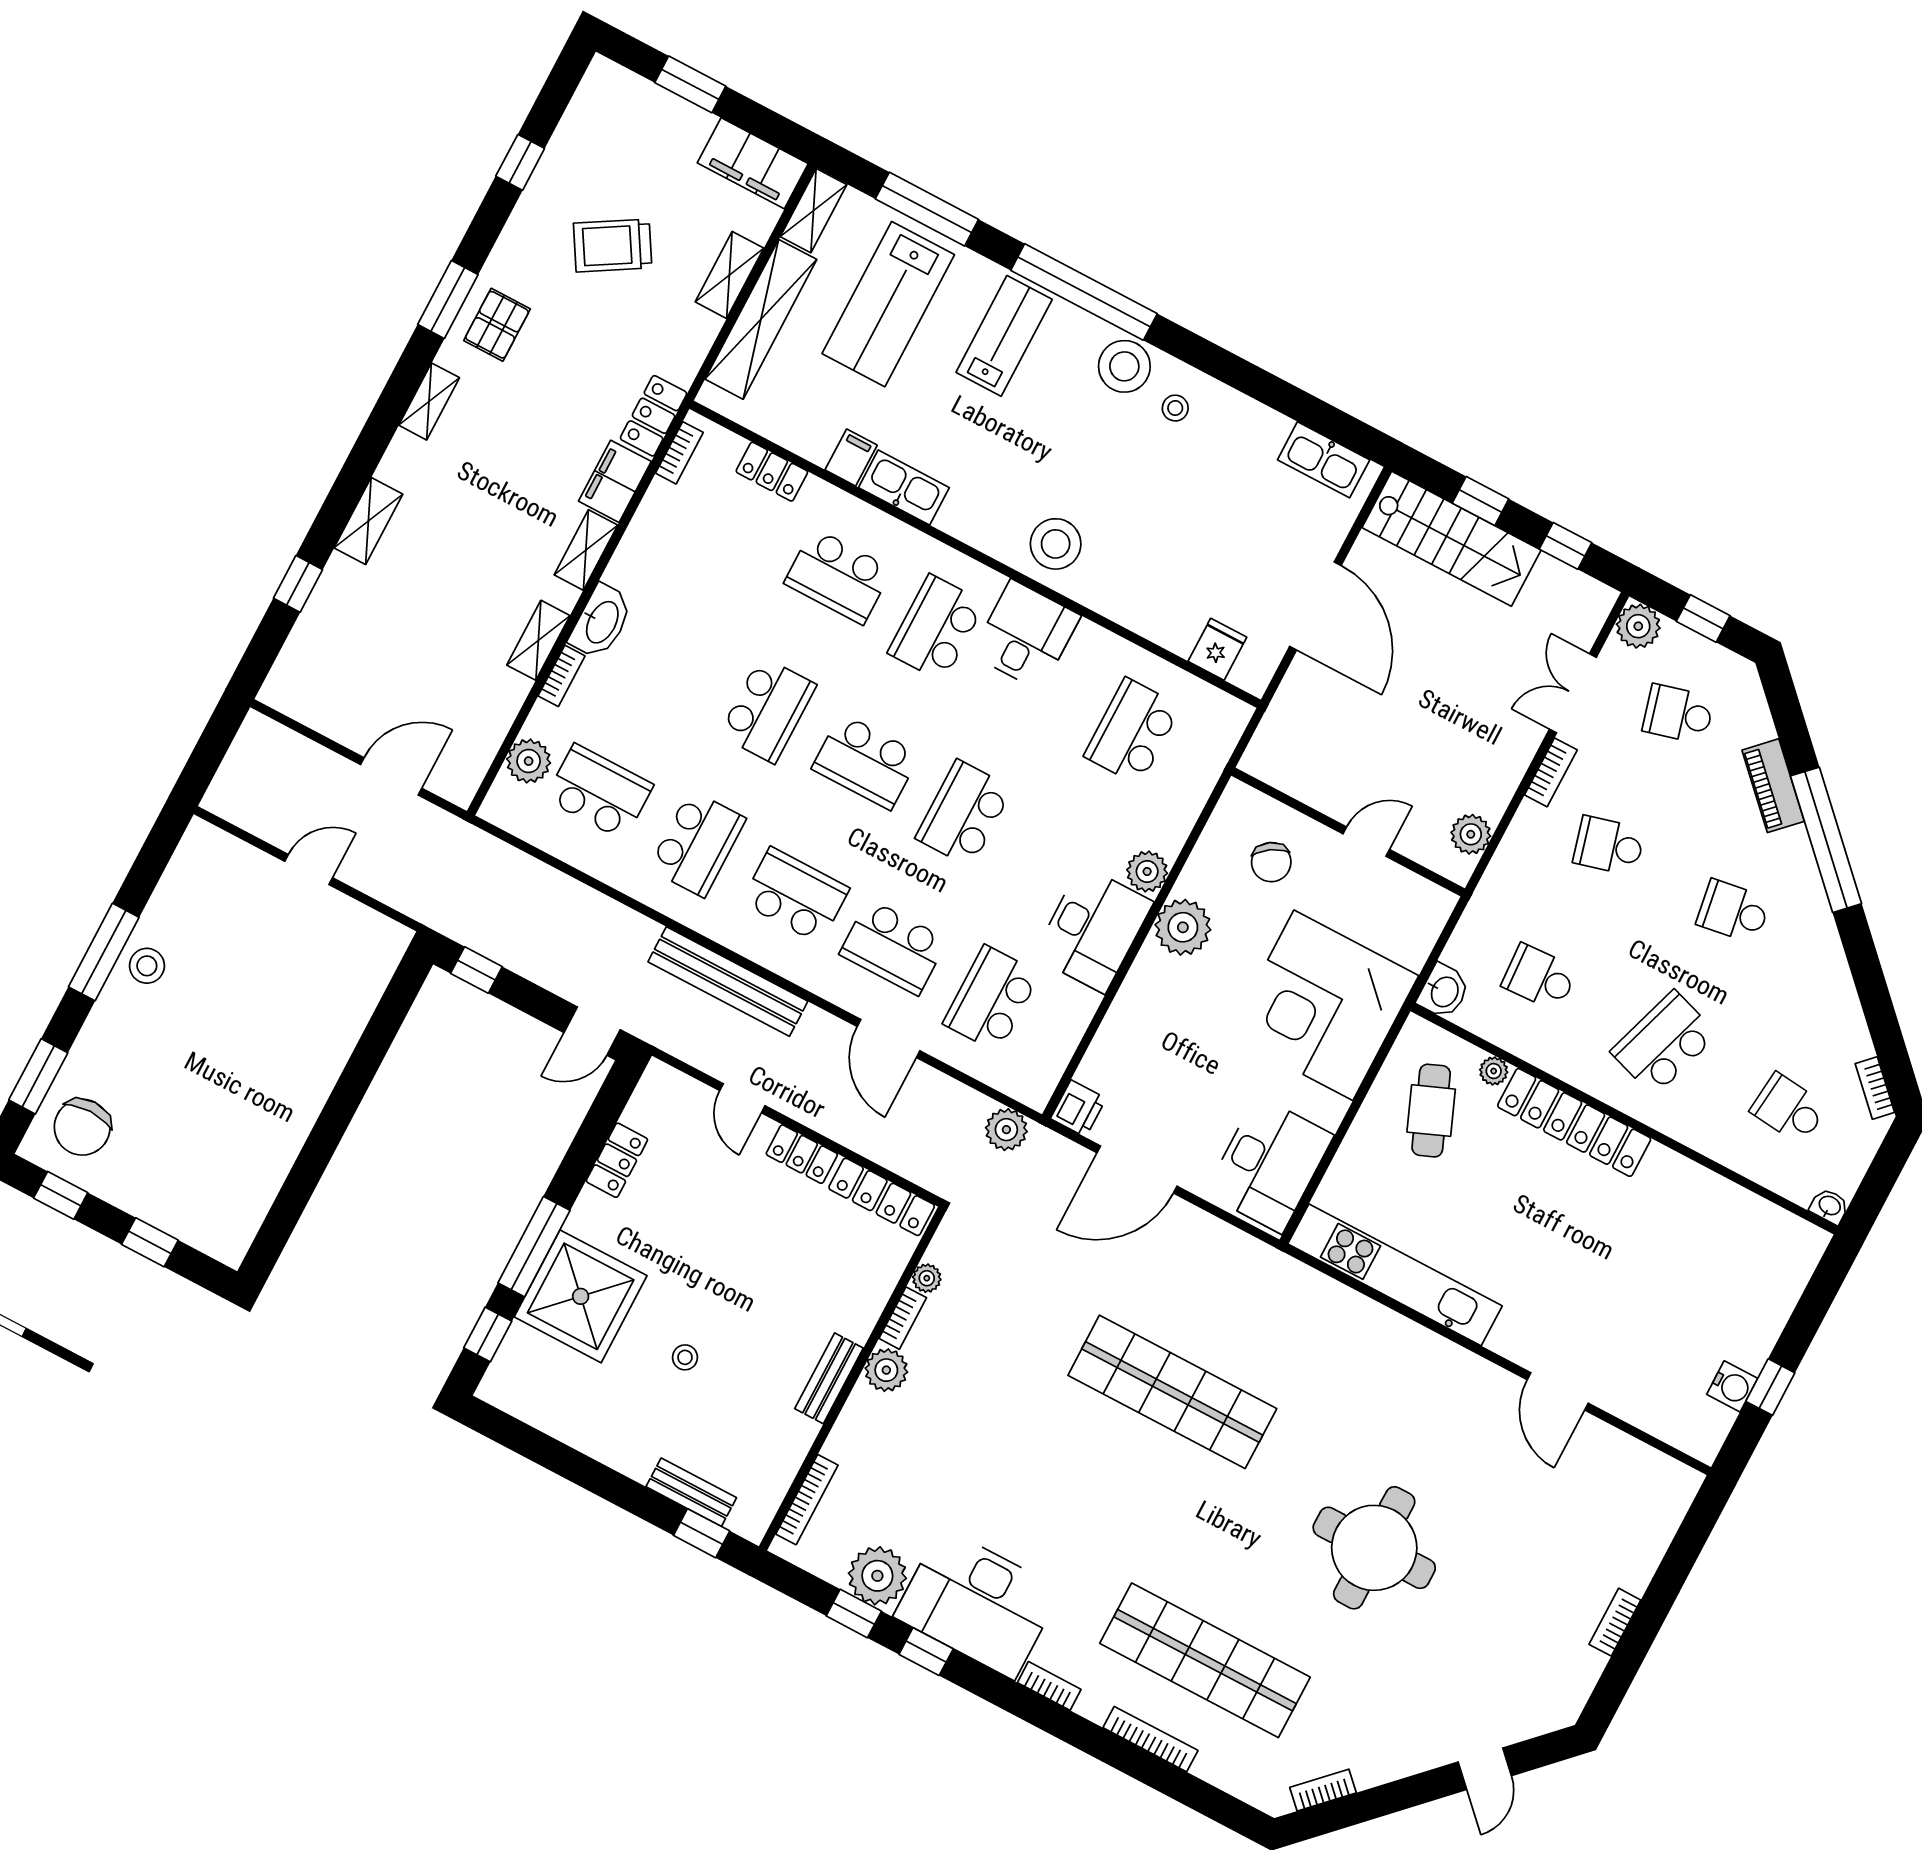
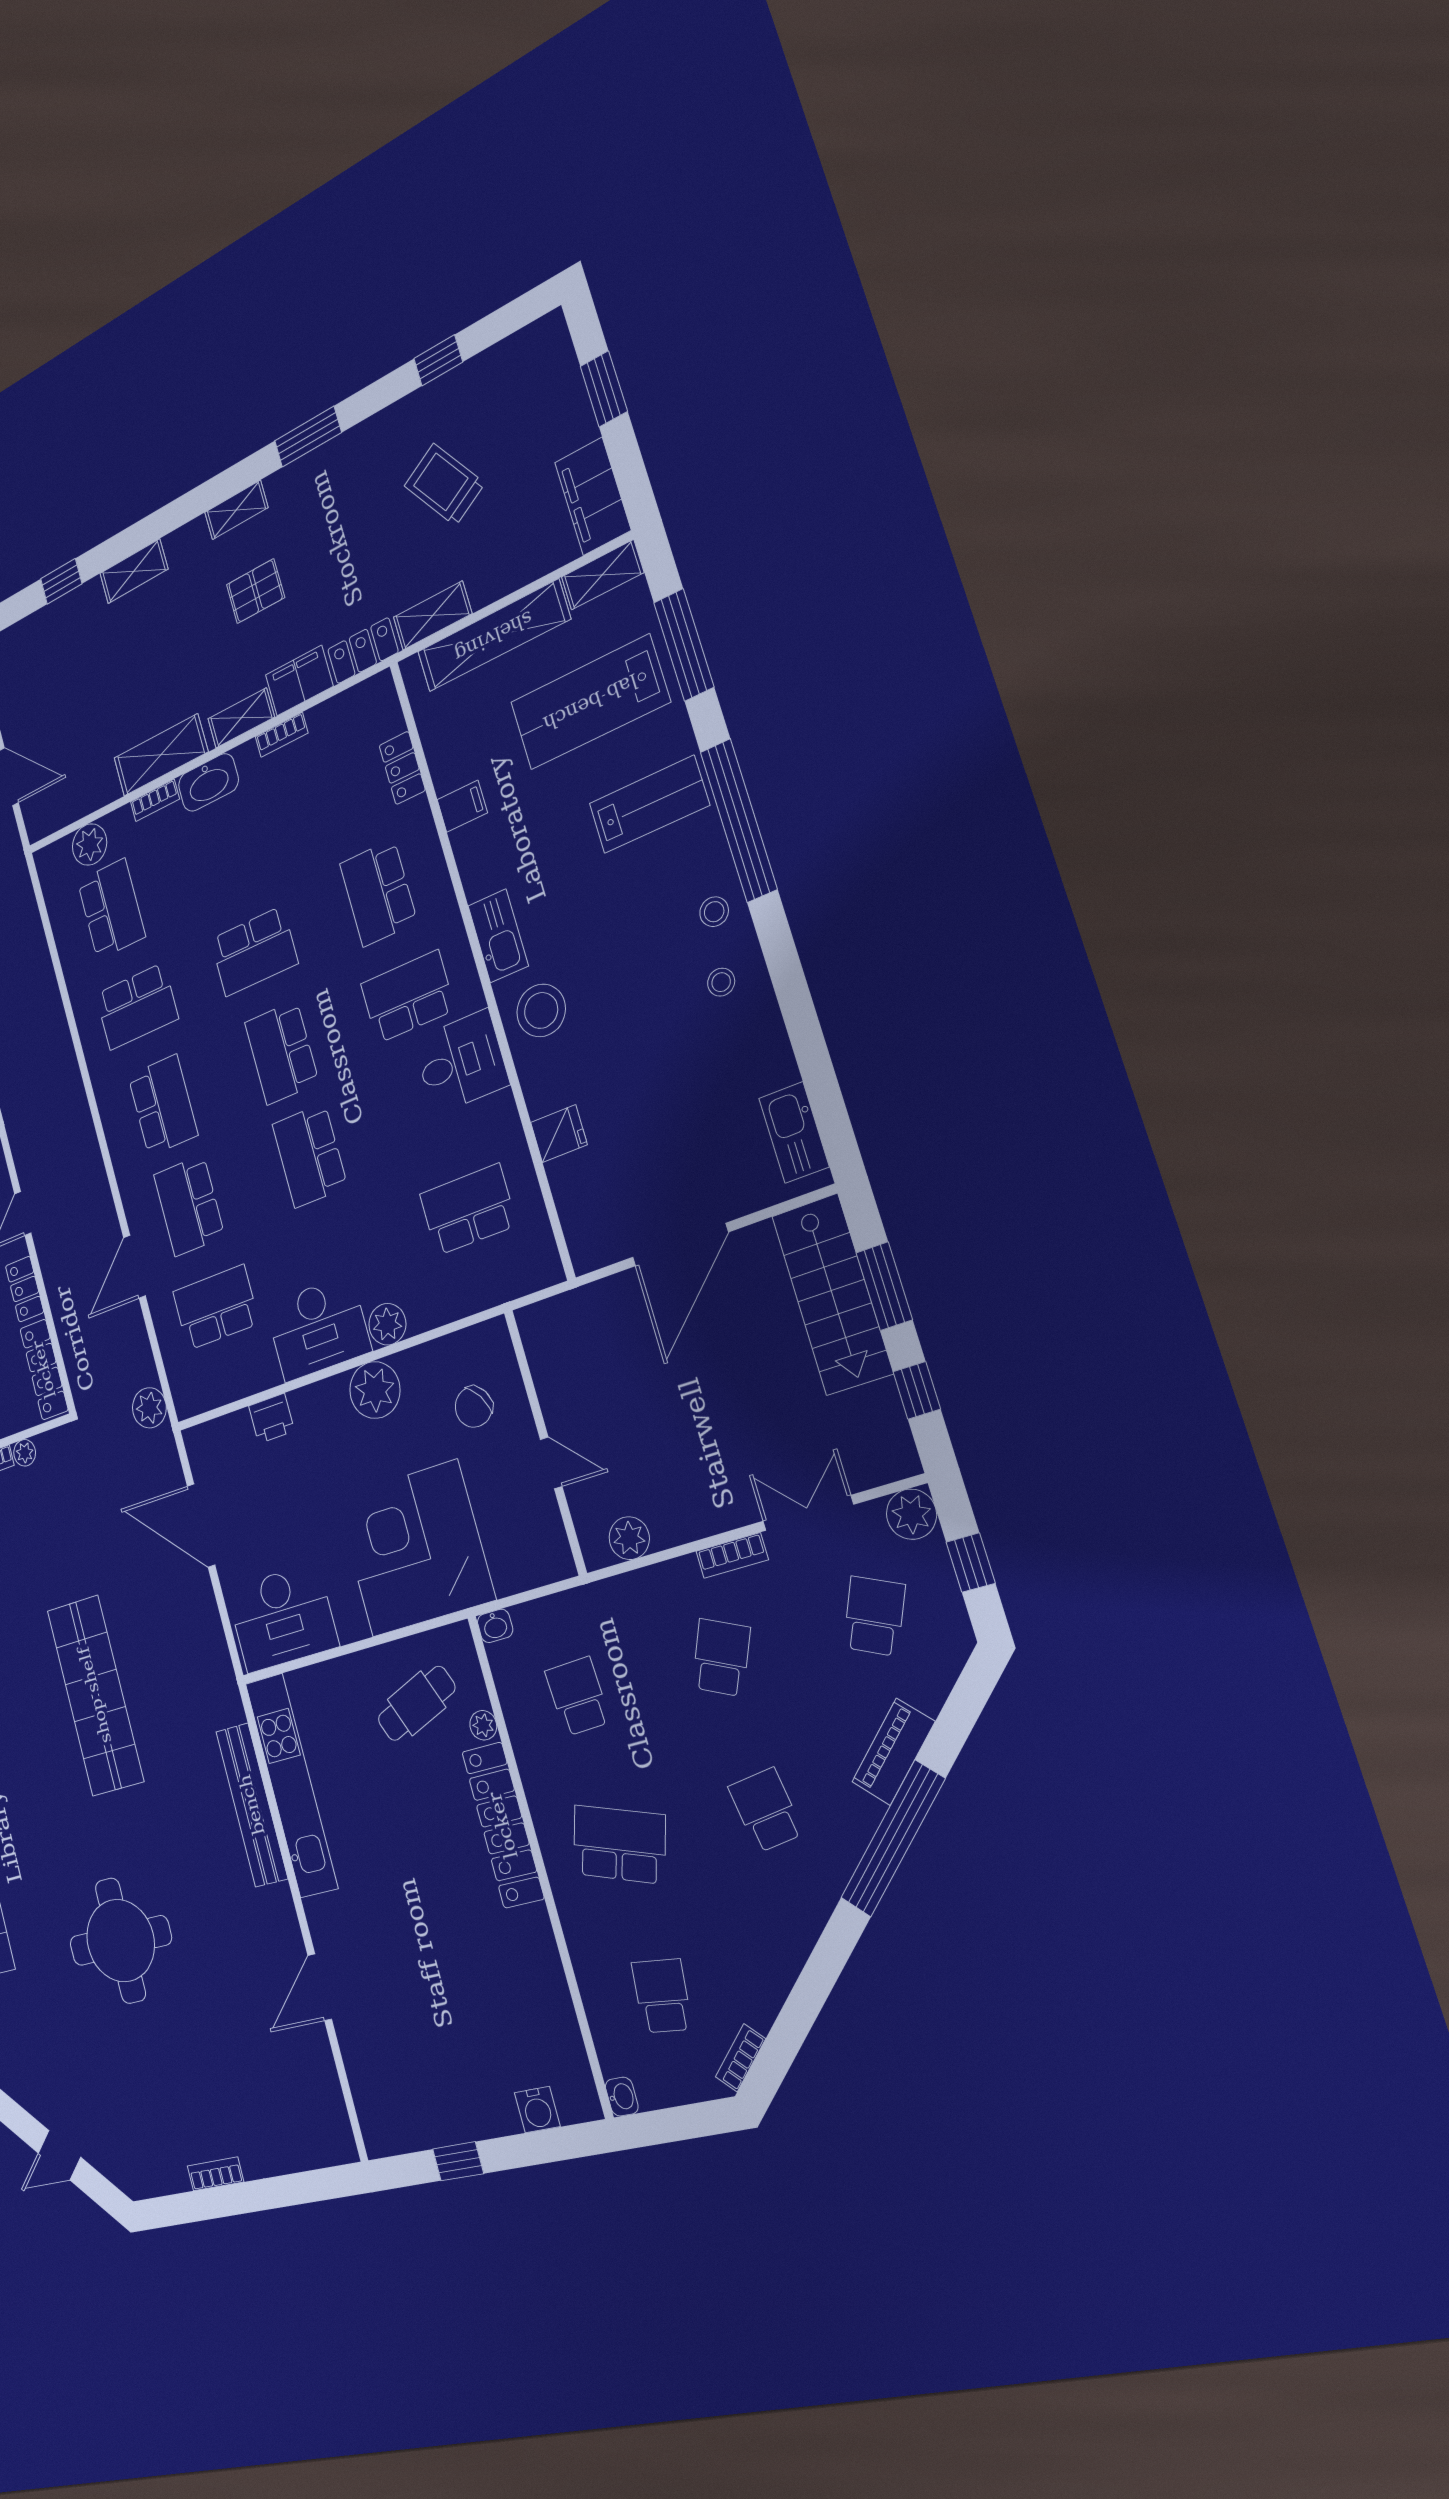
shelving: (729, 275) -> (432, 615), moved
pallet: (497, 325) -> (256, 591), moved
stool: (1124, 366) -> (714, 912), width x0.53, depth x0.53
bookcase: (679, 453) -> (282, 735), moved
kitchen sink: (904, 488) -> (498, 936), moved
window: (1481, 501) -> (884, 1286), width x1.50
shelving: (538, 640) -> (161, 755), width x1.50, depth x1.33
fridge: (1217, 649) -> (559, 1134), moved
school desk: (1678, 714) -> (874, 1616), turned 39
school desk: (964, 813) -> (310, 1155), turned -90
school desk: (1609, 846) -> (721, 1658), turned 39
bench: (728, 982) -> (252, 1805), moved
washbasin: (1444, 991) -> (495, 1626), width x0.72, depth x0.69
printer: (1078, 1108) -> (271, 1418), moved
water cooler: (1732, 1386) -> (537, 2110), moved

